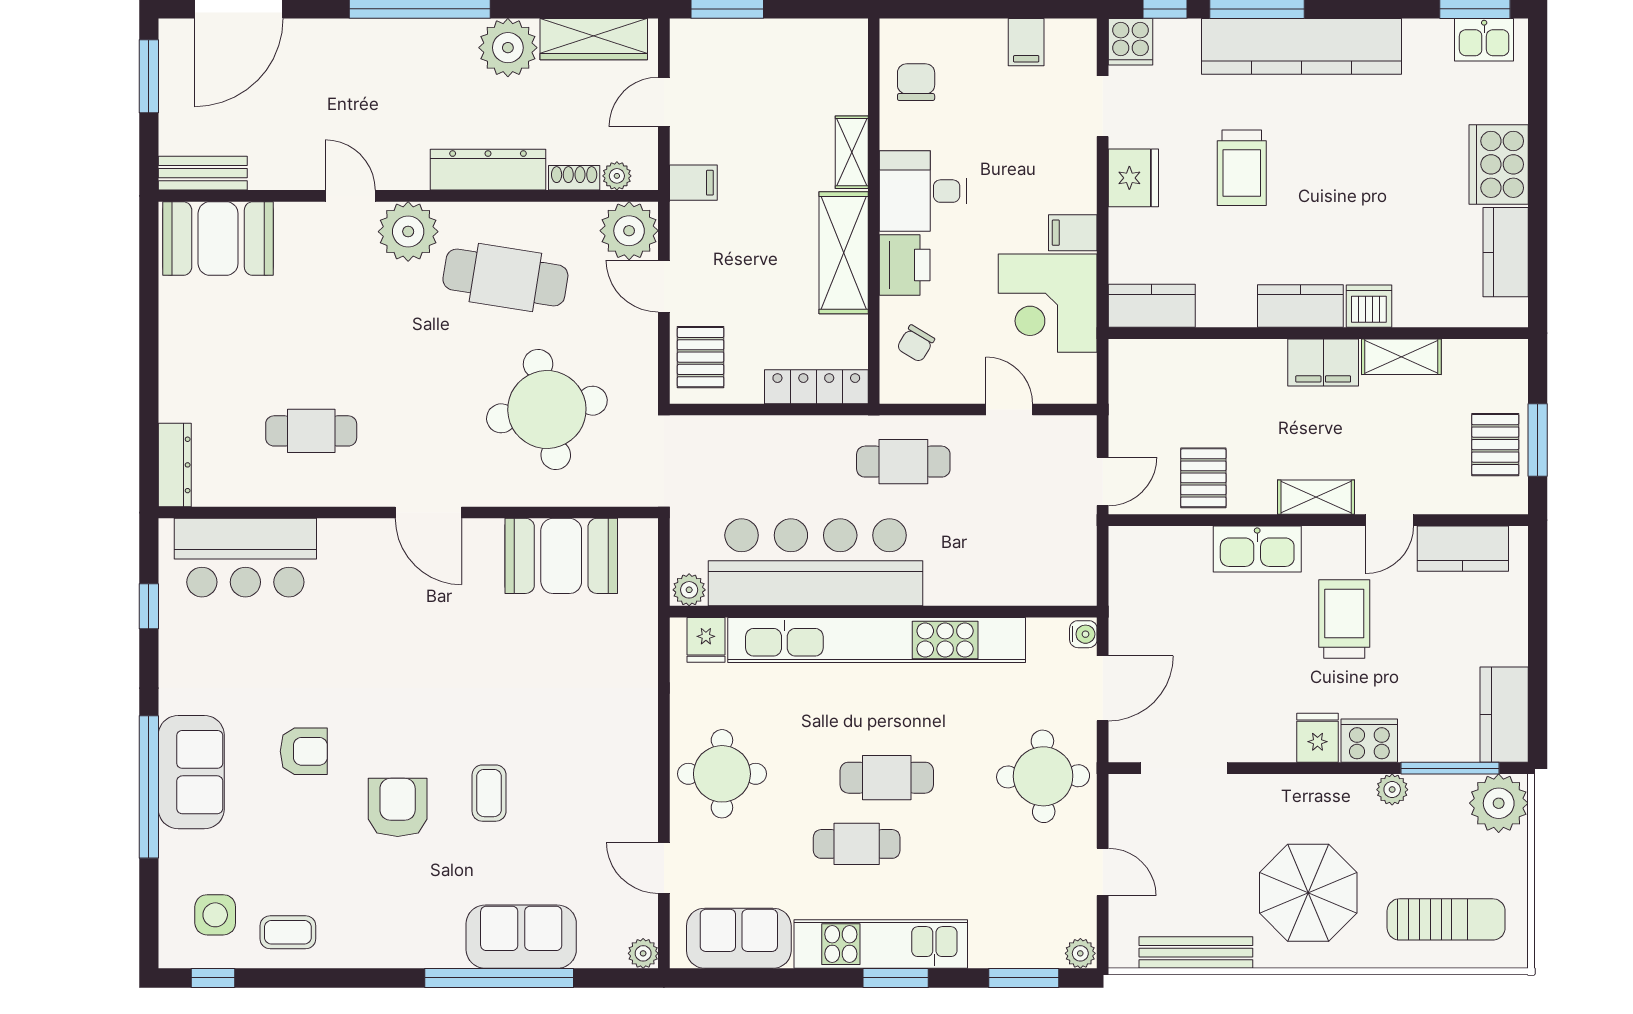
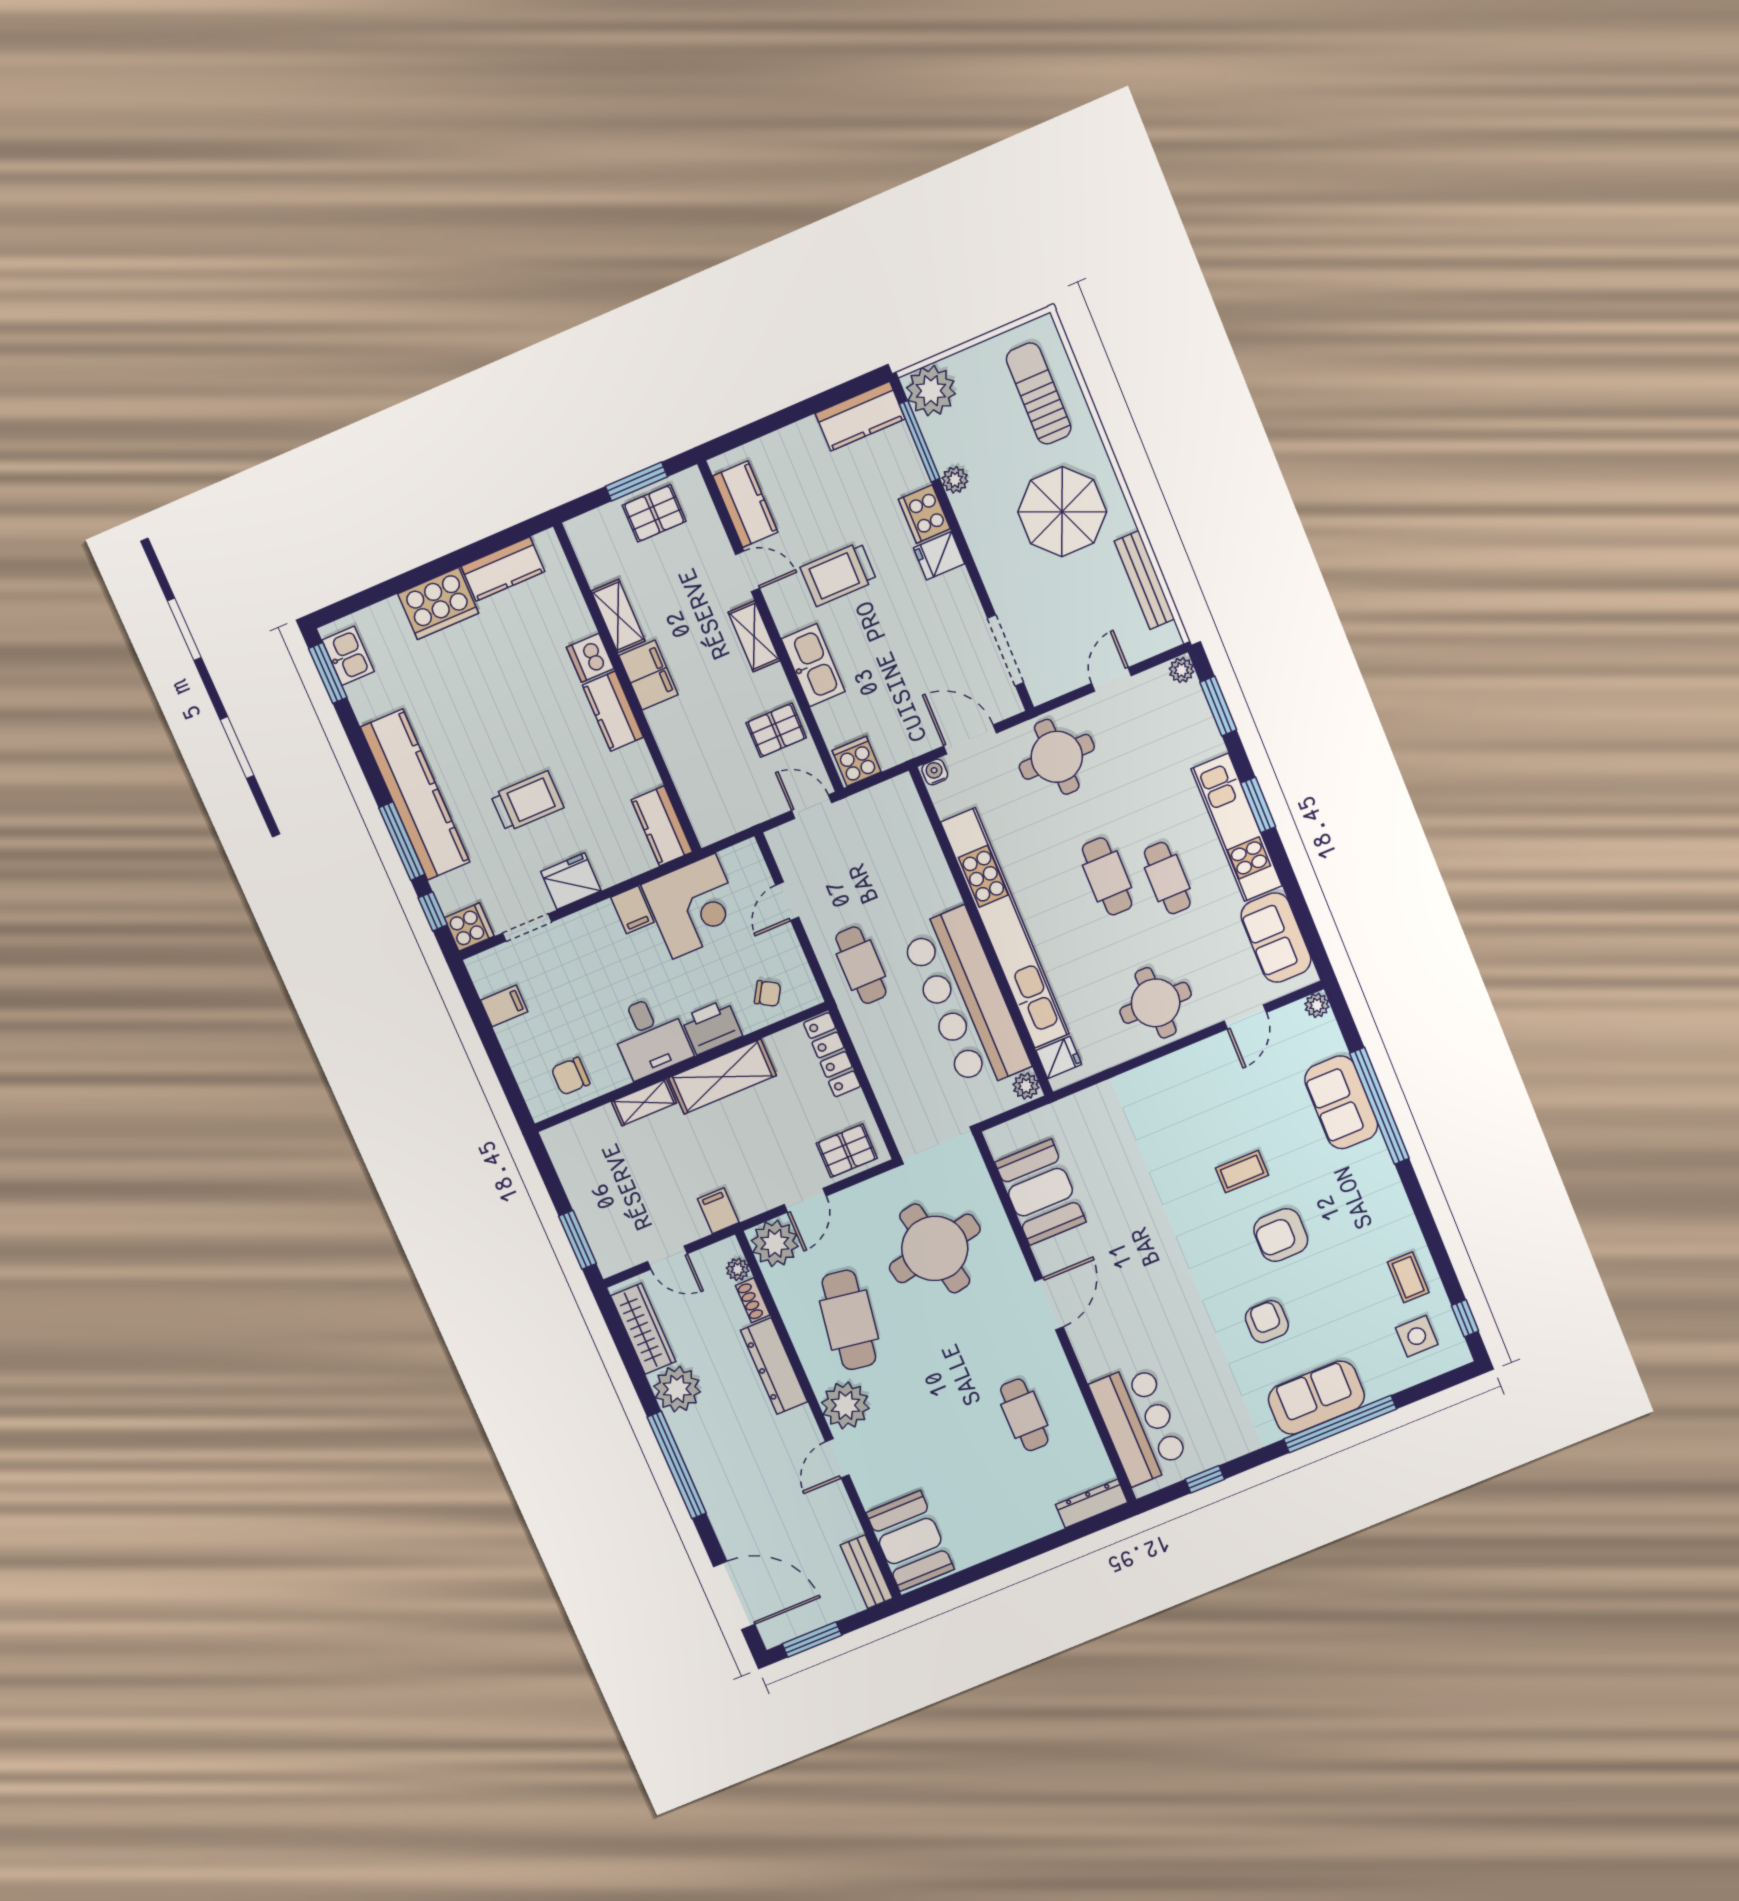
cooker: (1132, 553) -> (857, 761), added

